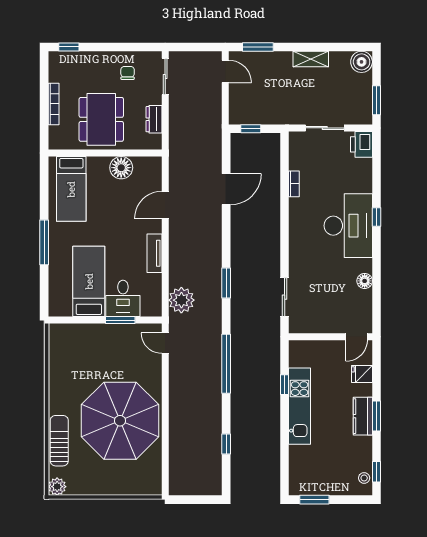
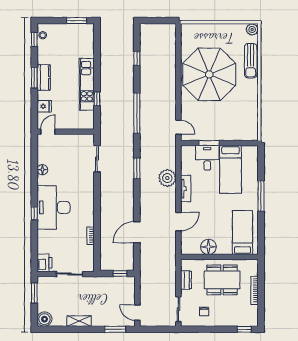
dining table: (101, 119) -> (222, 280), turned 90
plant: (181, 300) -> (167, 178), moved

